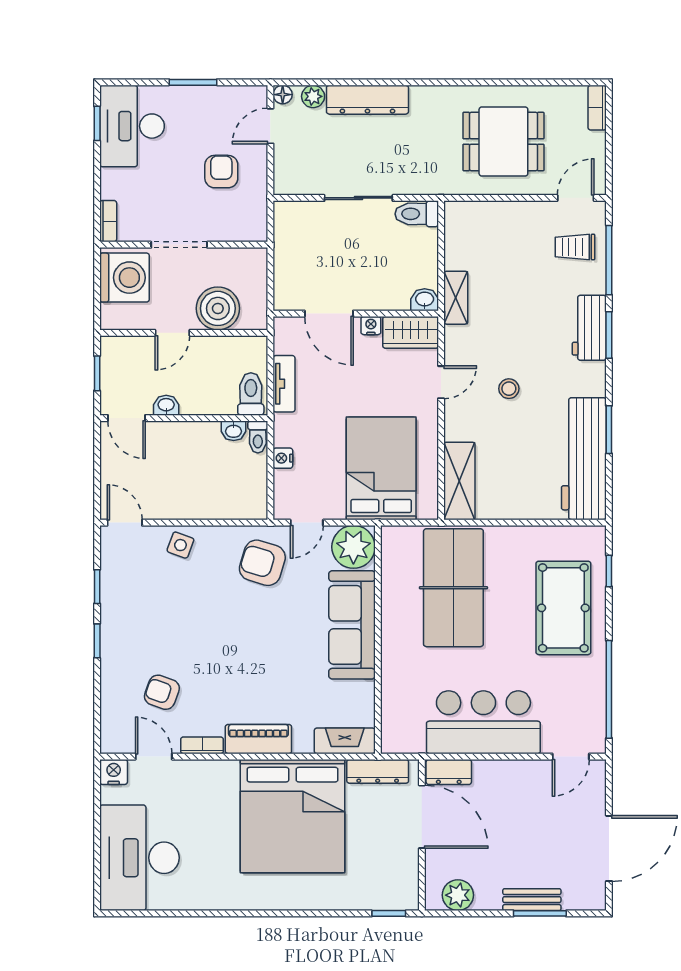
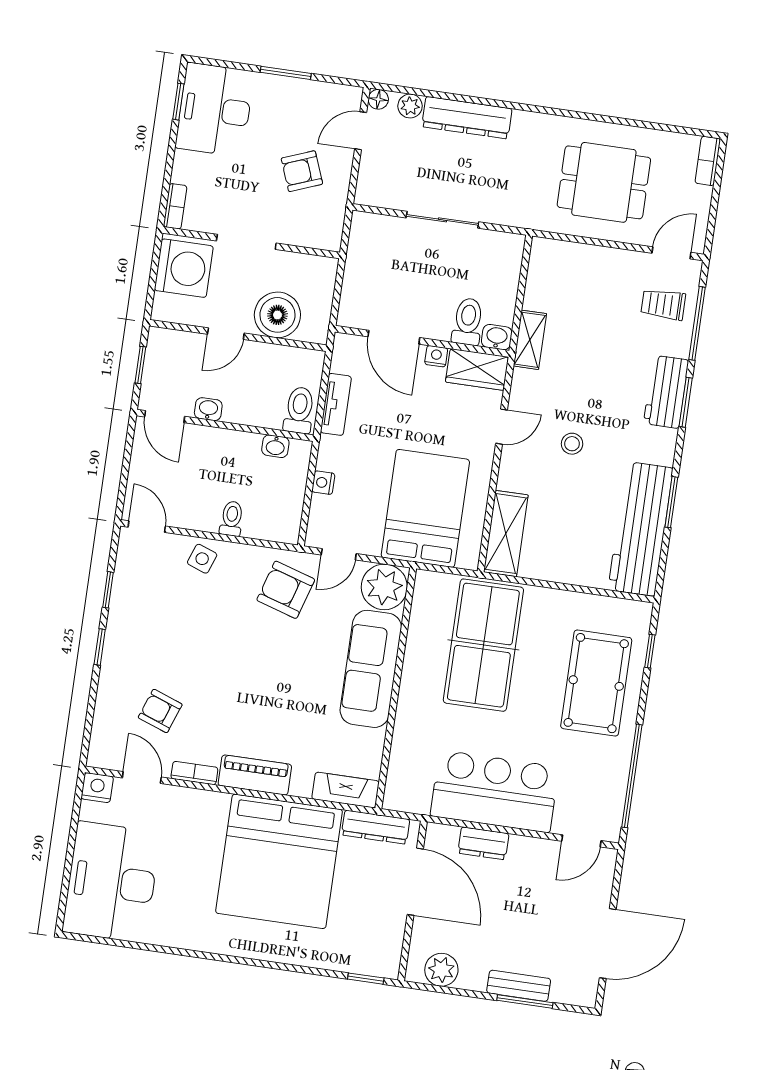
armchair: (221, 172) -> (302, 171), turned -111
toilet: (417, 214) -> (468, 322), moved, turned 90
toilet: (258, 437) -> (232, 519), moved, turned 180
dresser: (449, 772) -> (483, 843), moved

